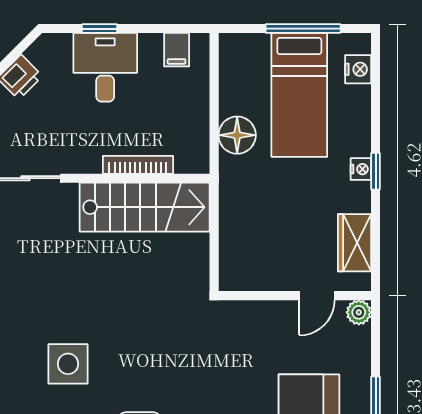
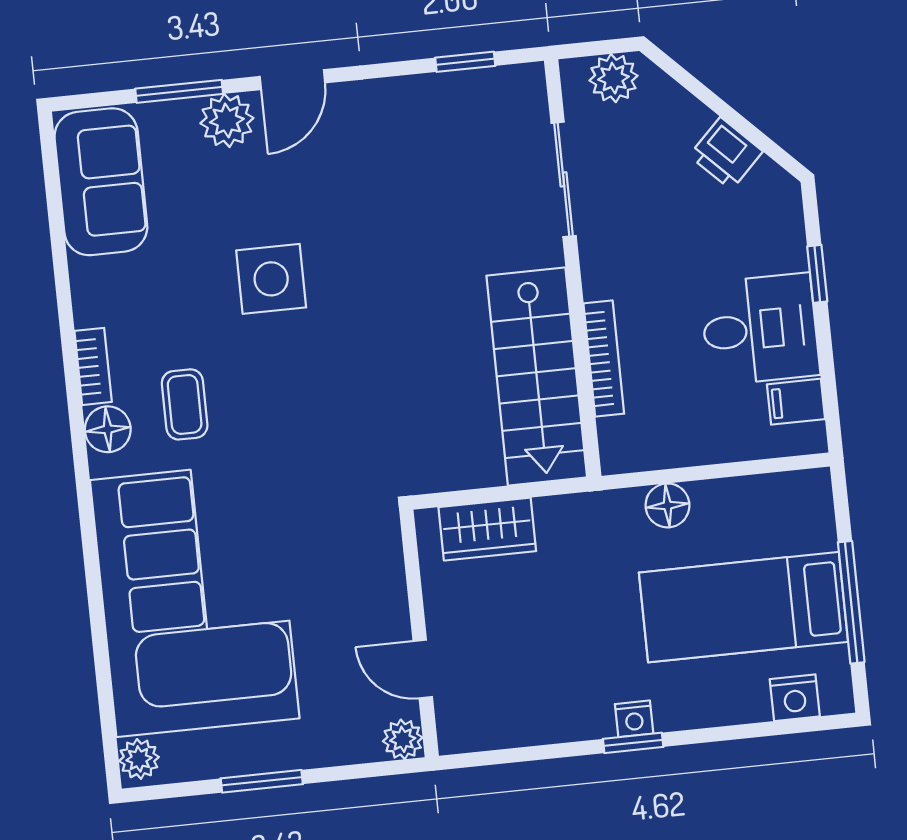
desk: (105, 67) -> (760, 329), moved
floor lamp: (237, 135) -> (667, 505), width x0.73, depth x0.73
wardrobe: (355, 243) -> (487, 529), moved, turned 180

